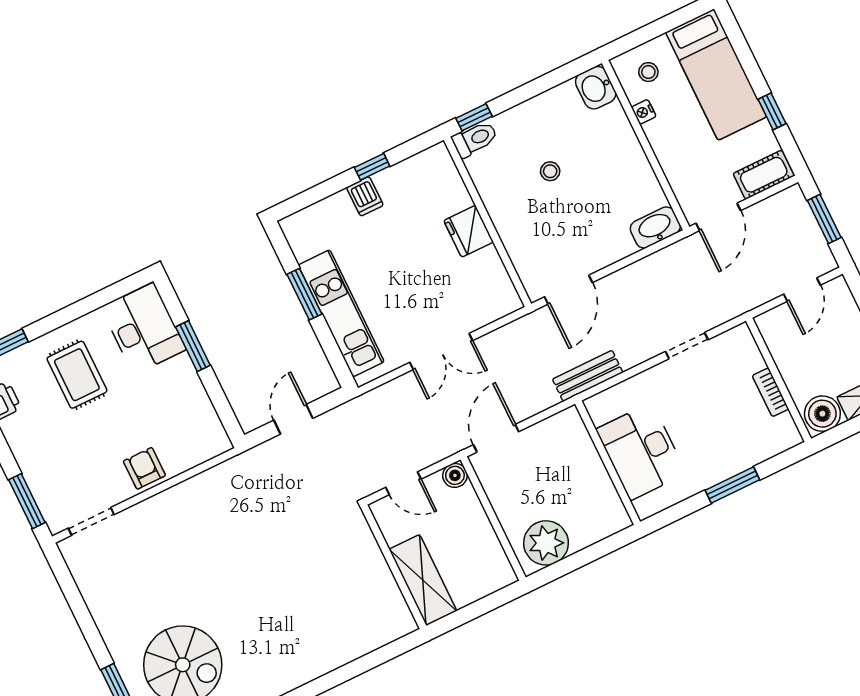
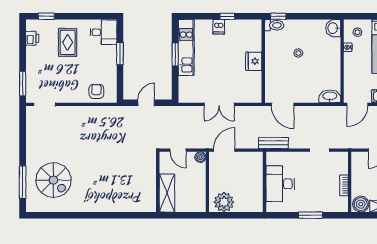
door: (568, 290) -> (283, 104), hinge flipped
kitchen unit: (341, 313) -> (186, 48), moved
desk: (144, 329) -> (103, 32), width x0.73
armchair: (144, 468) -> (96, 91), moved

